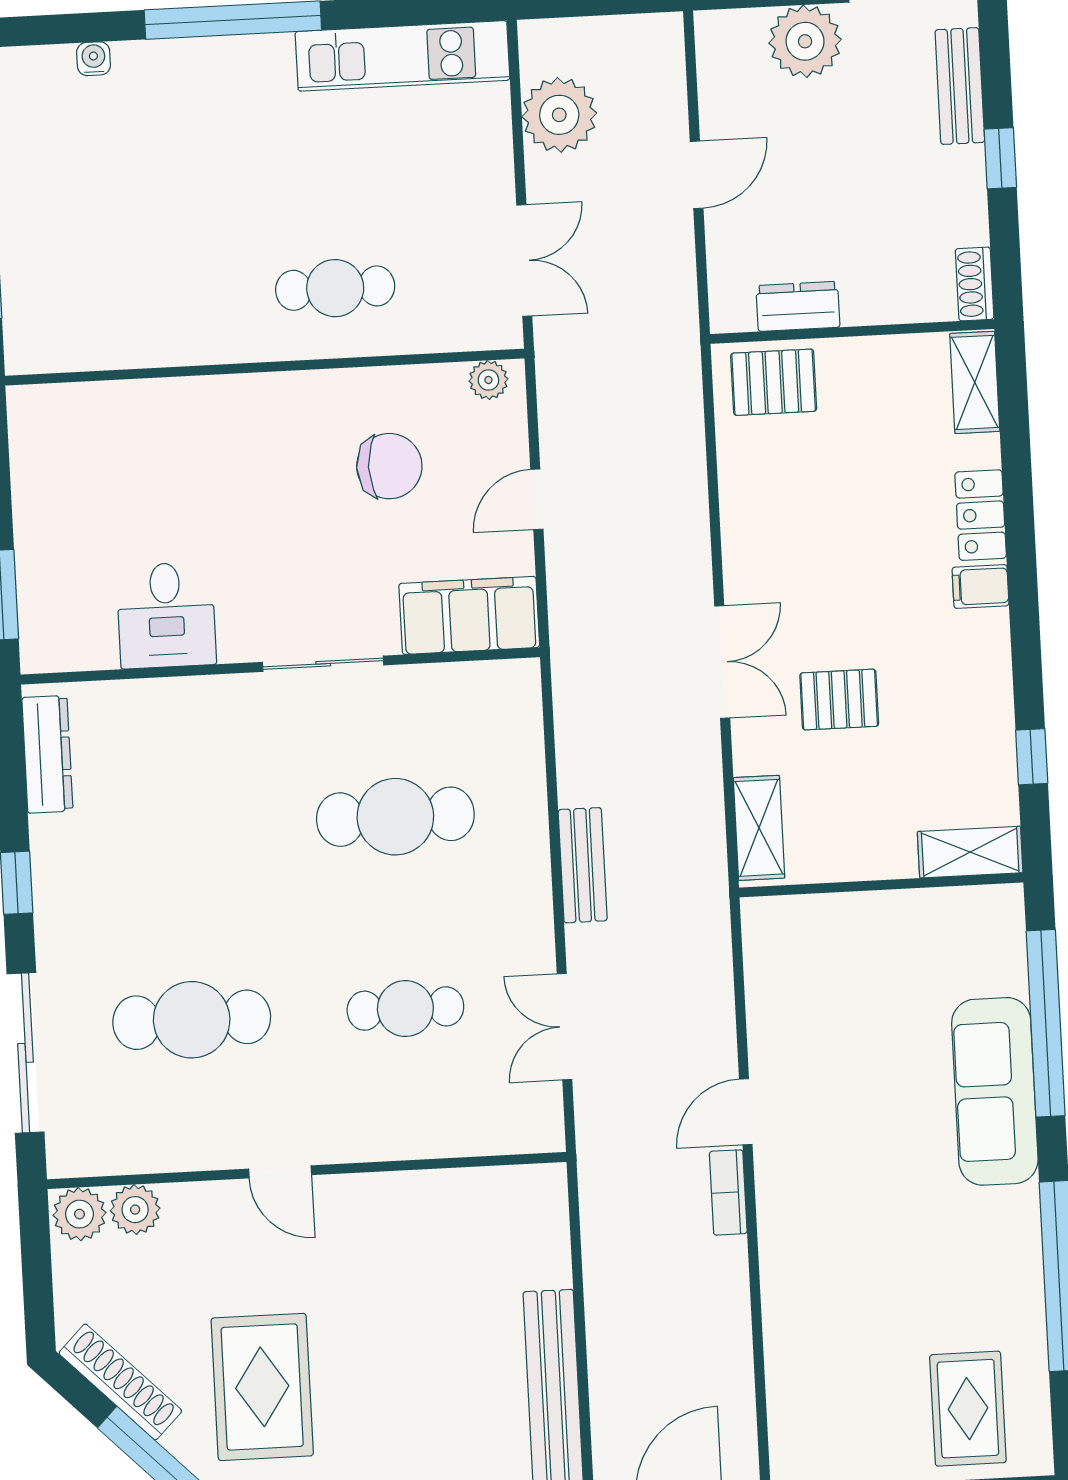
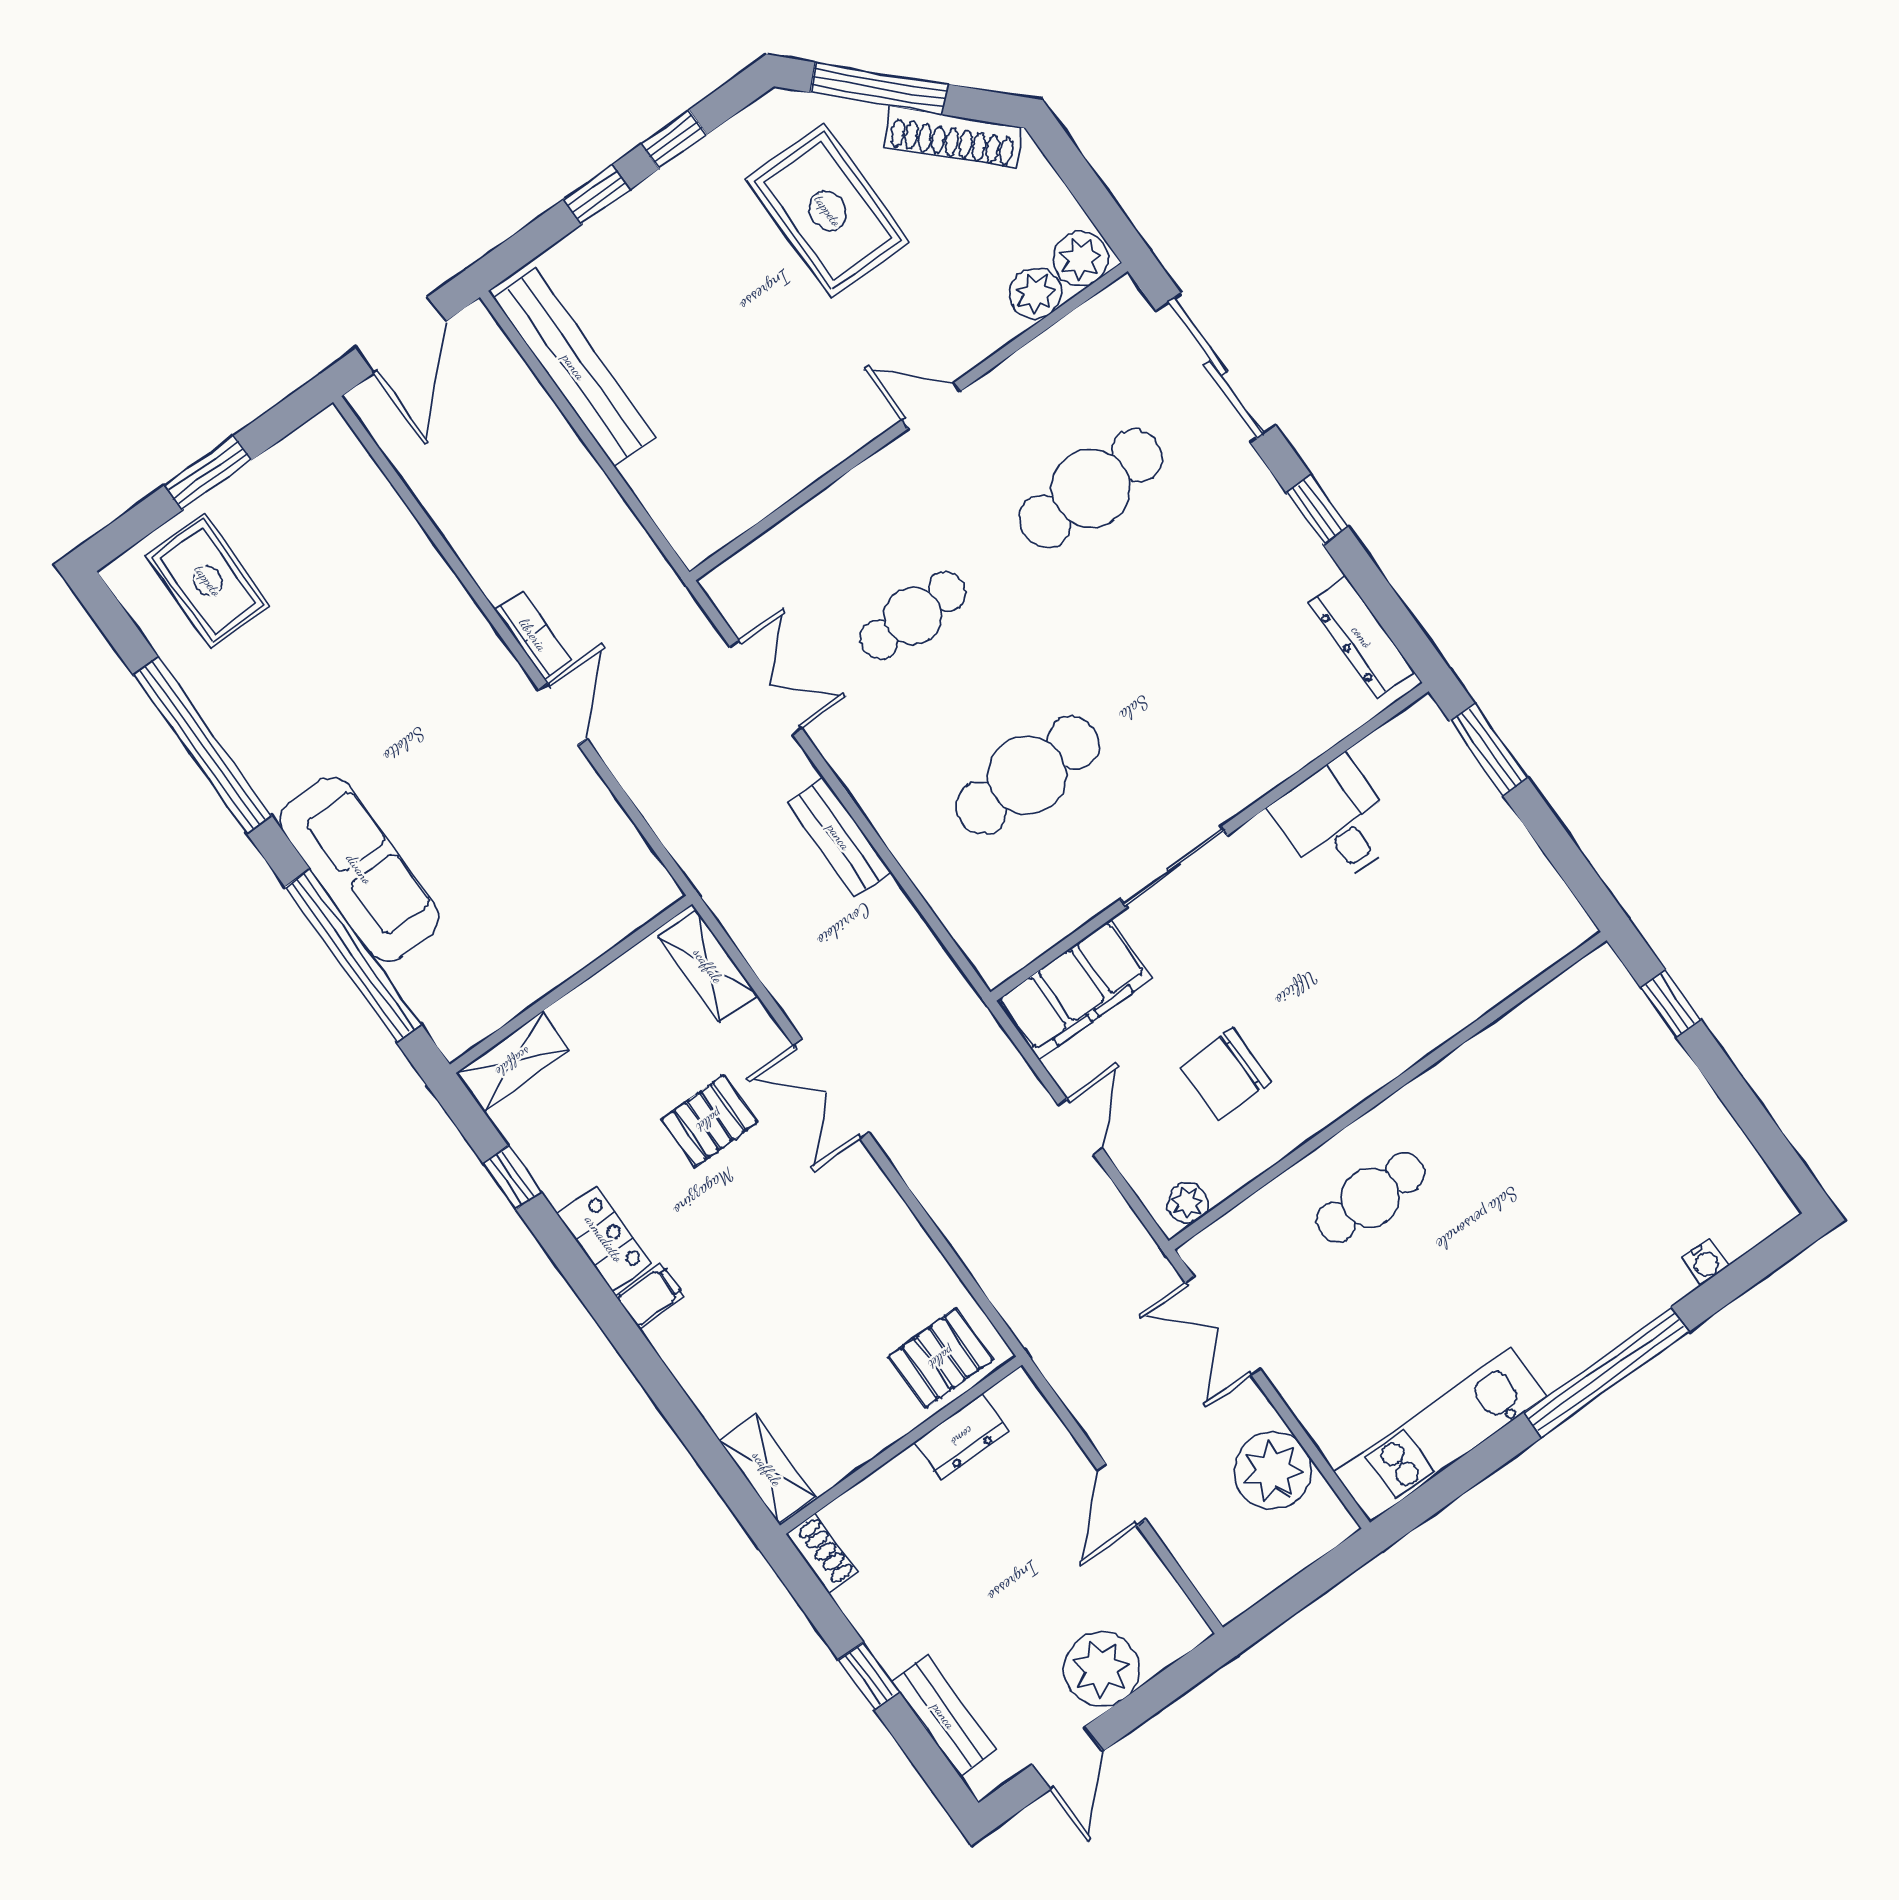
locker: (981, 515) -> (604, 1239), moved

